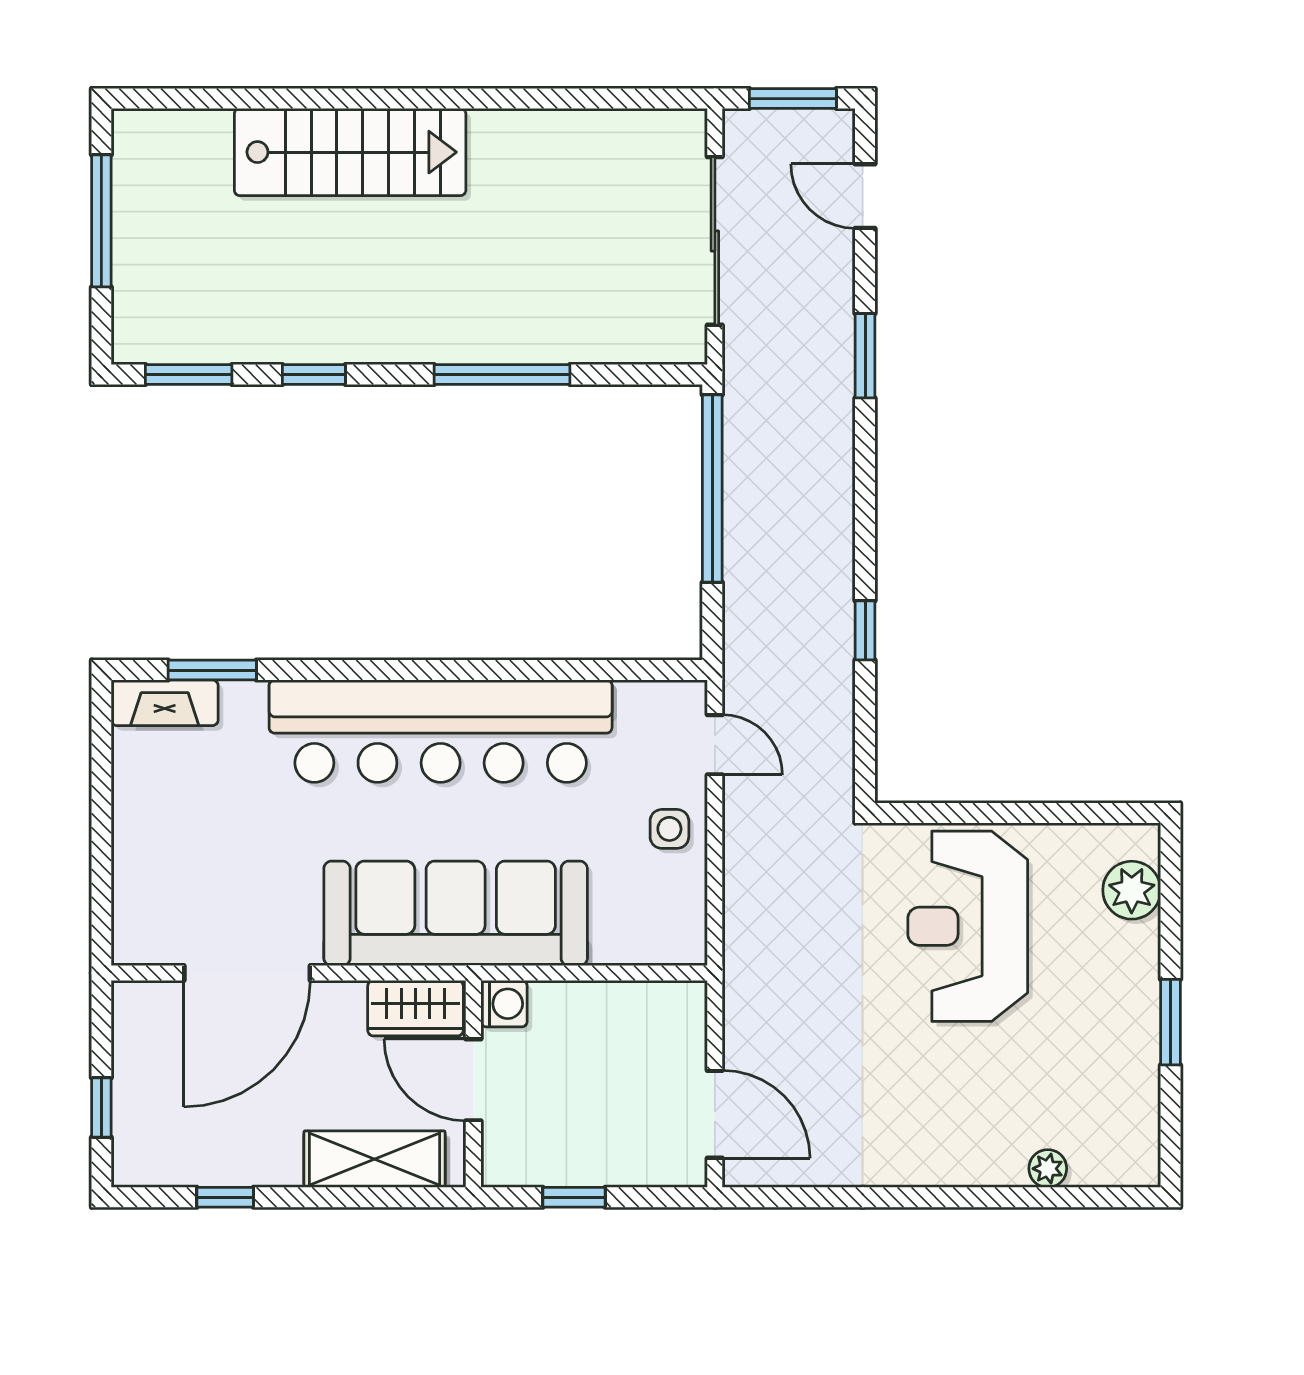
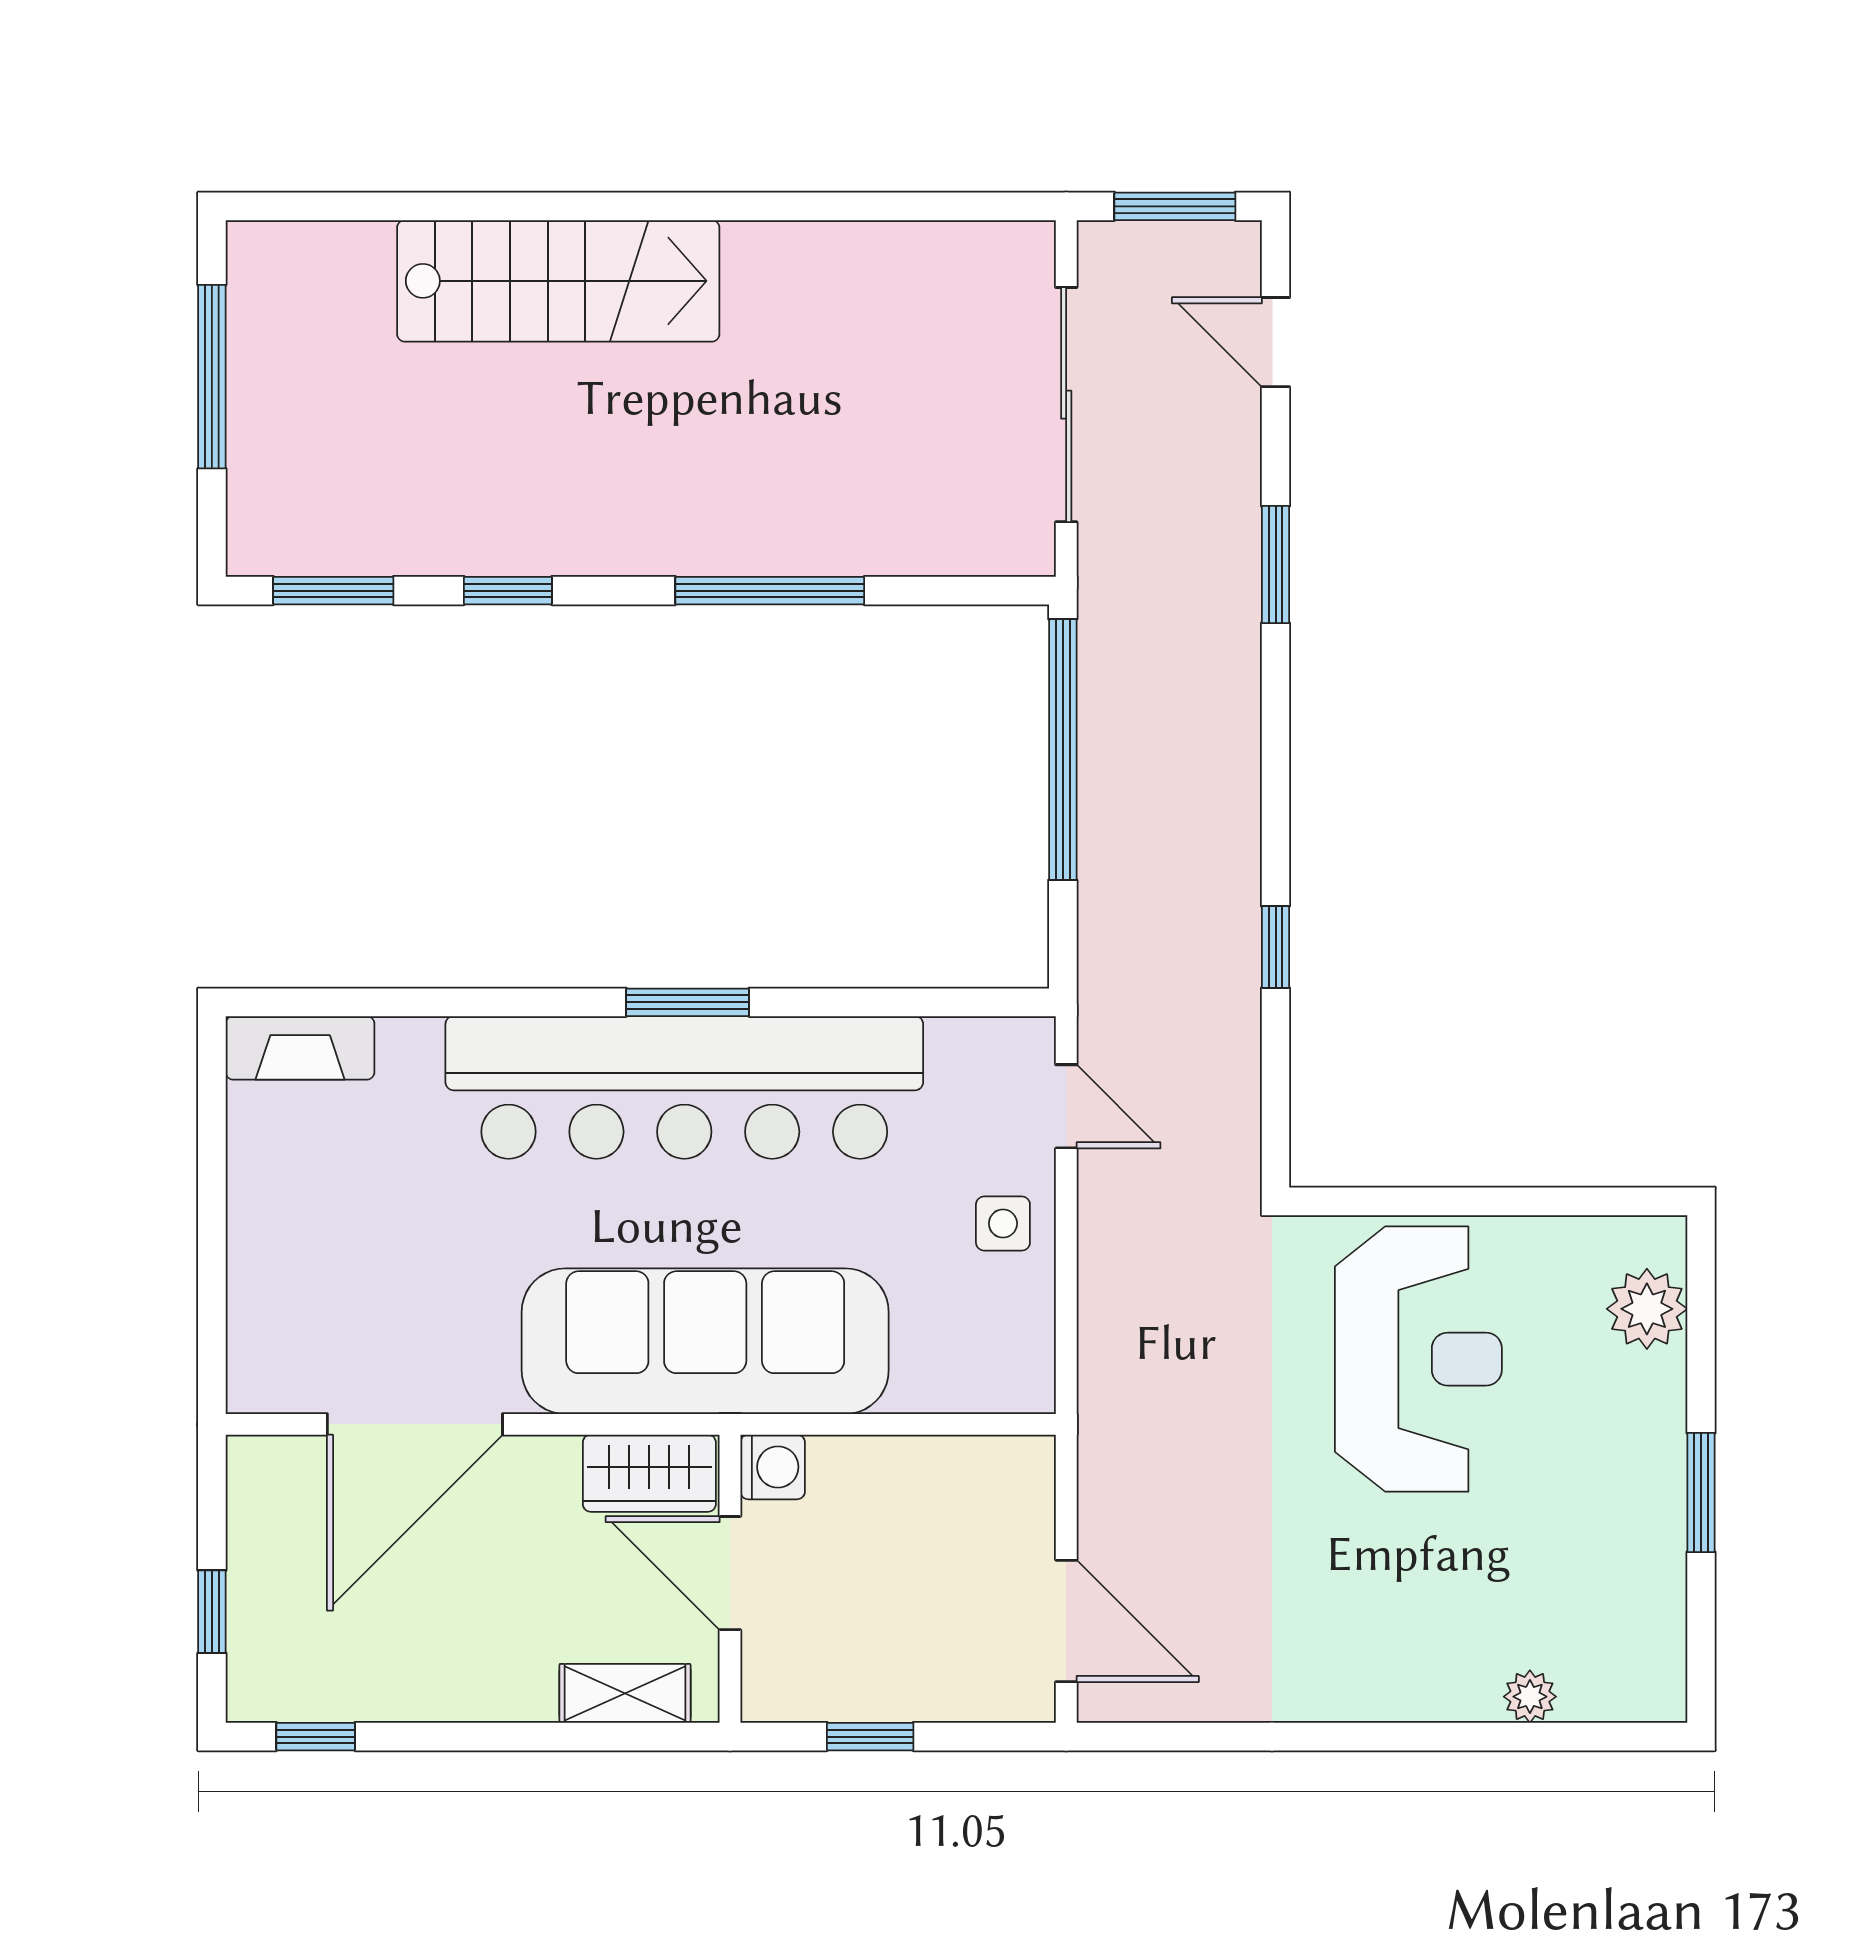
window: (212, 670) -> (688, 1002), moved
reception desk: (968, 926) -> (1418, 1359), turned 180
shelving: (374, 1159) -> (625, 1693), width x0.67, depth x0.75
window: (225, 1197) -> (316, 1737), moved

